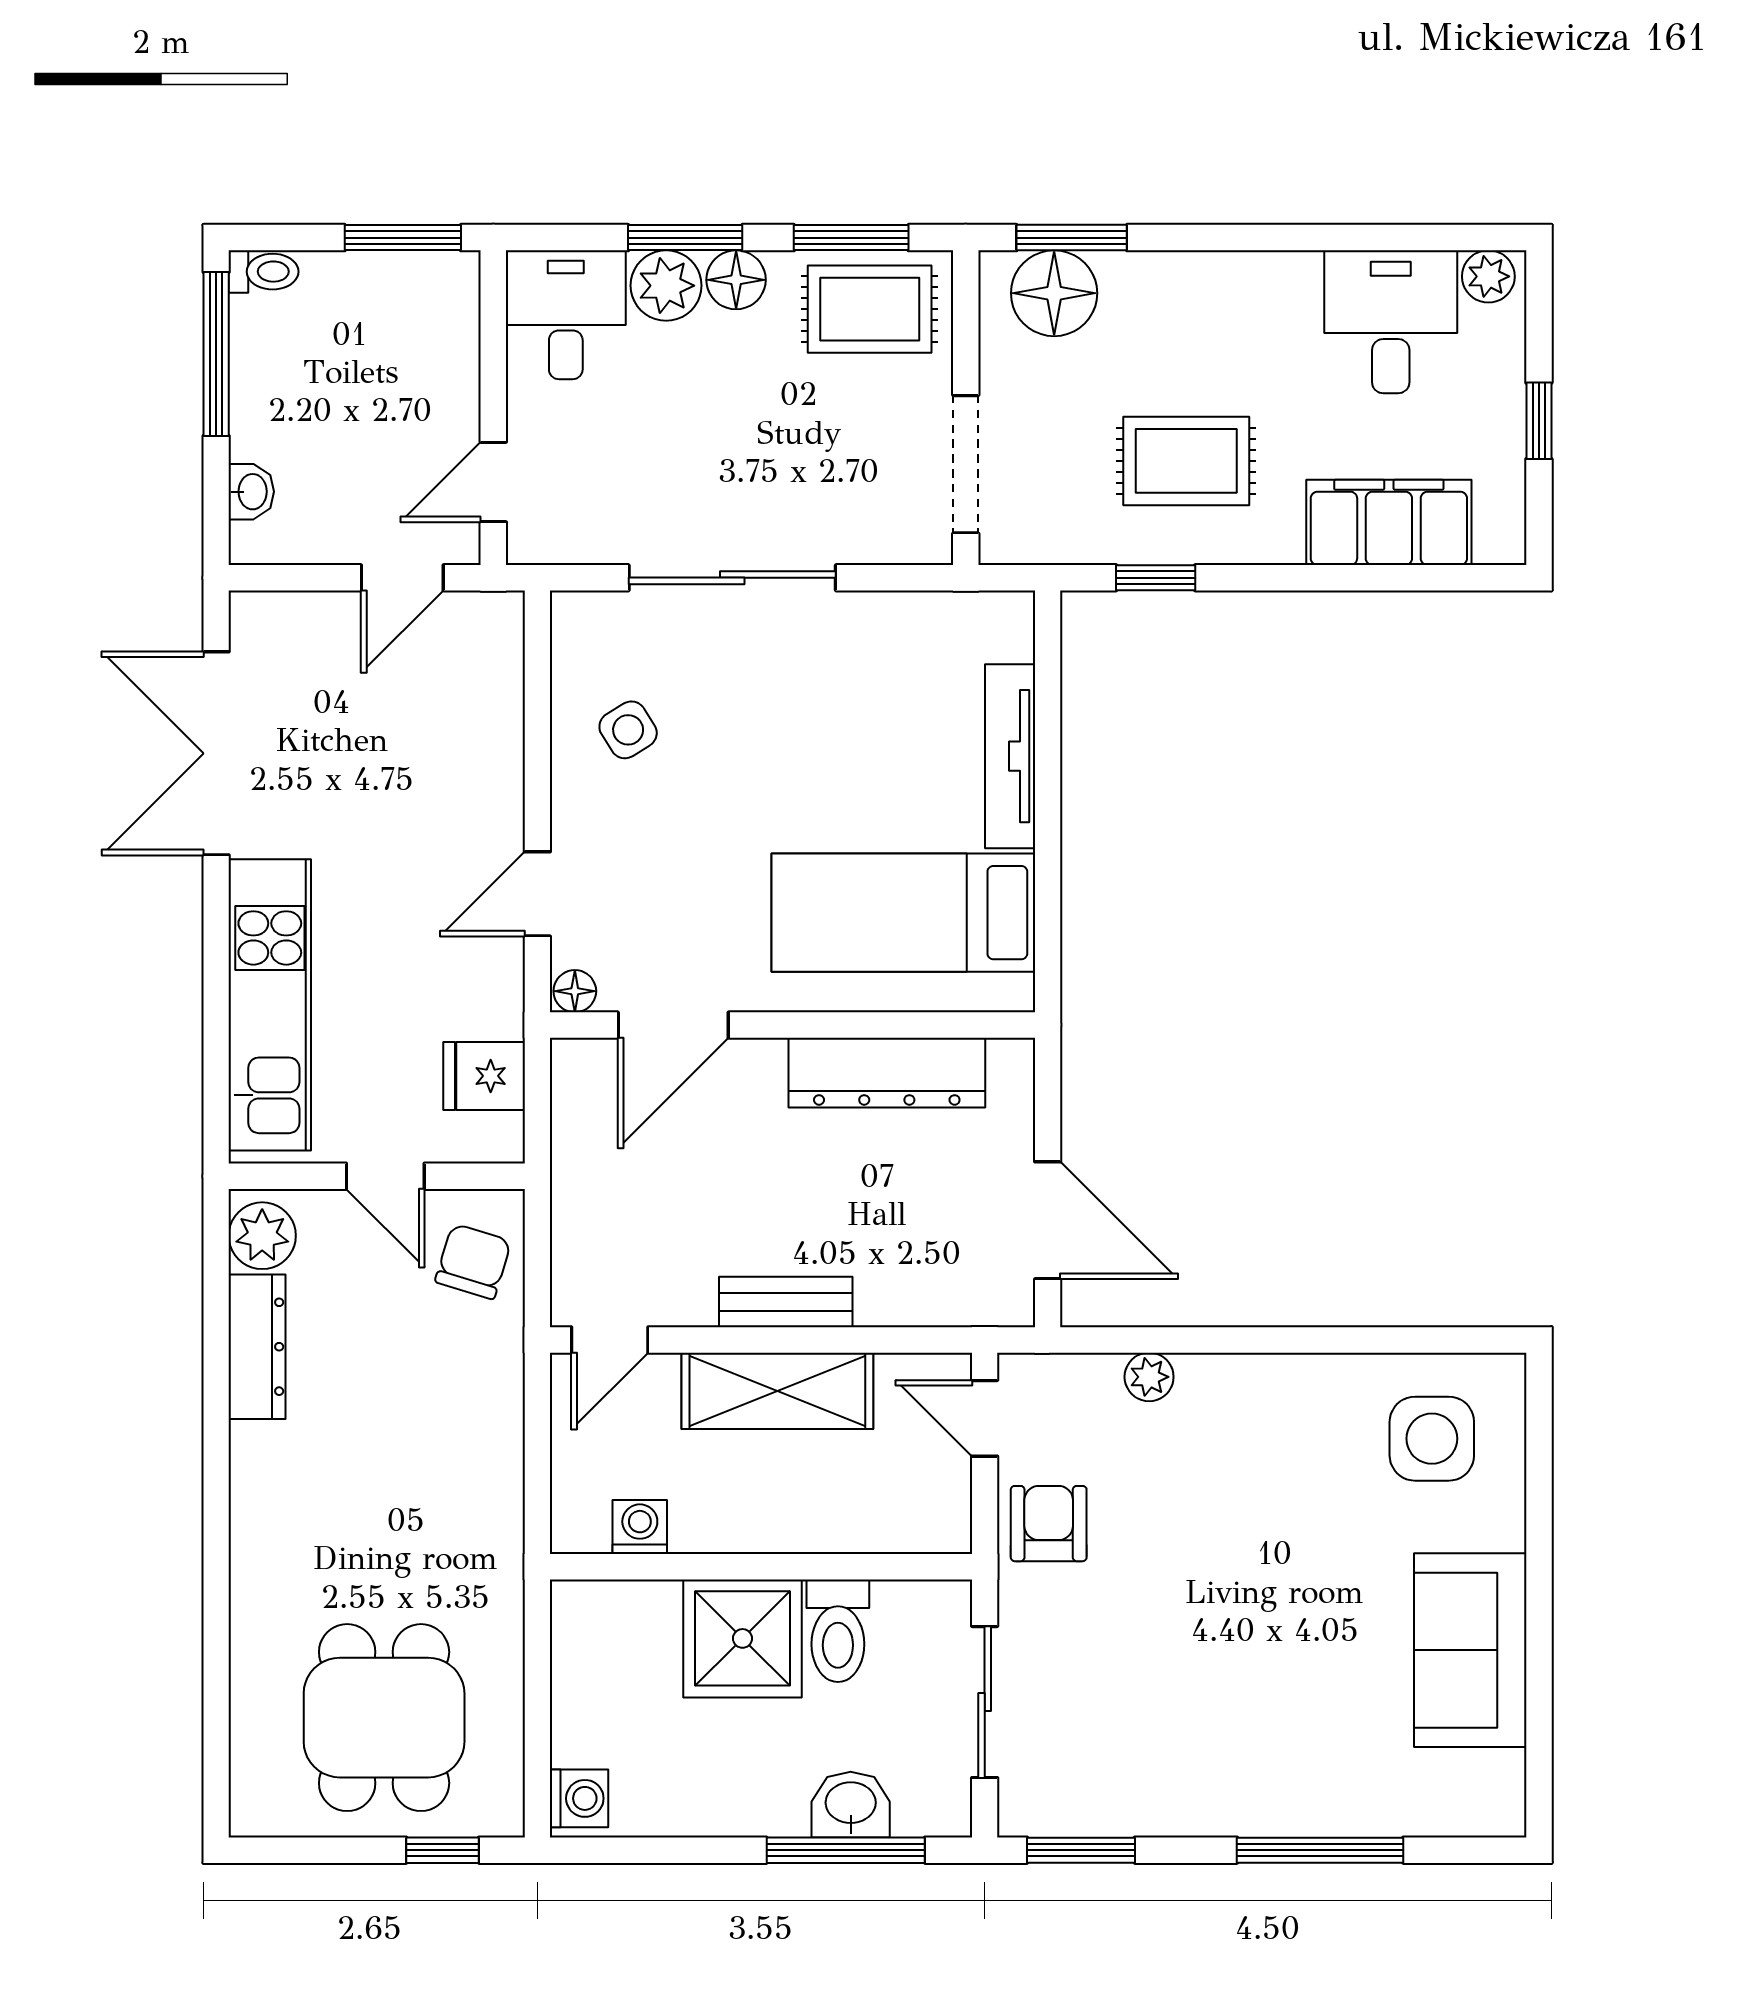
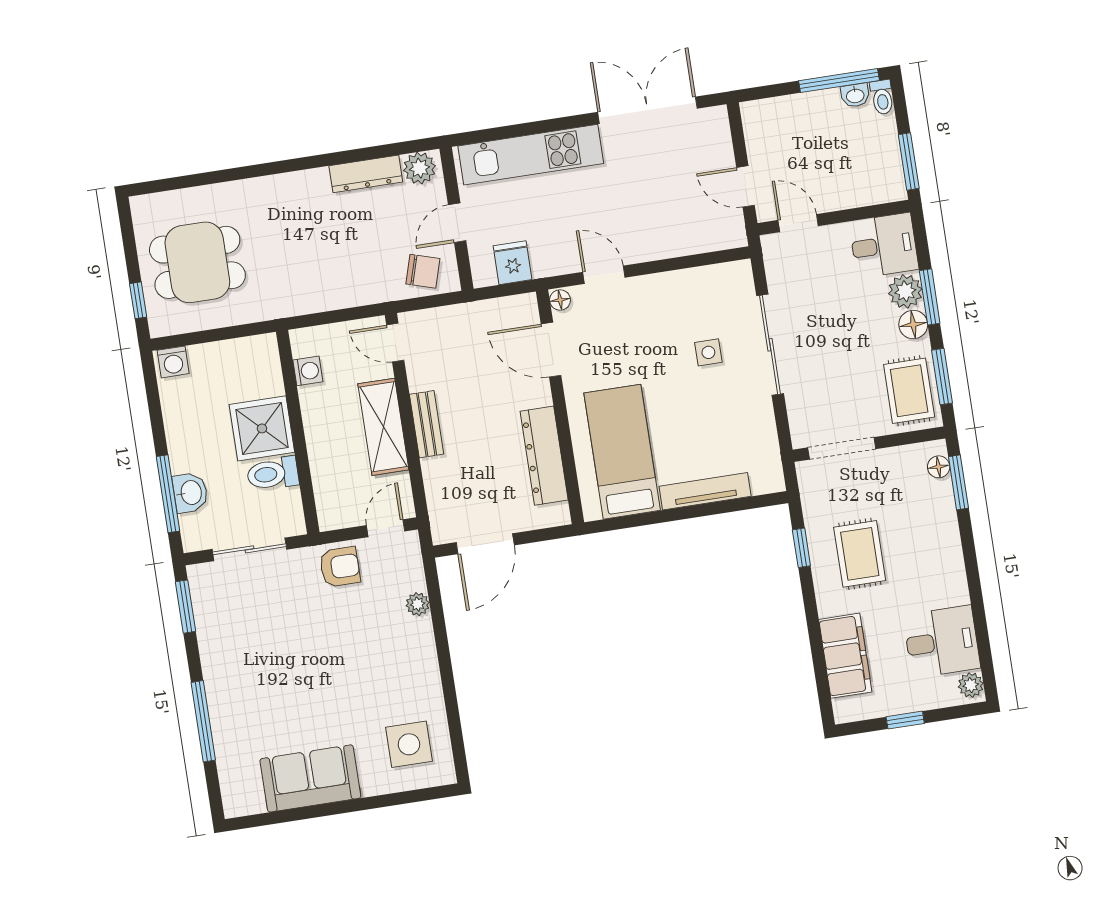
floor lamp: (1054, 293) -> (939, 467), width x0.53, depth x0.53
washbasin: (251, 492) -> (855, 95), moved
side table: (628, 730) -> (708, 352), moved, turned 32

